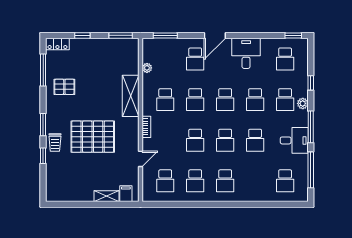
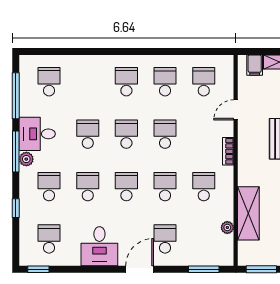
shelving: (131, 96) -> (248, 213), moved
plant: (303, 103) -> (26, 159), moved

